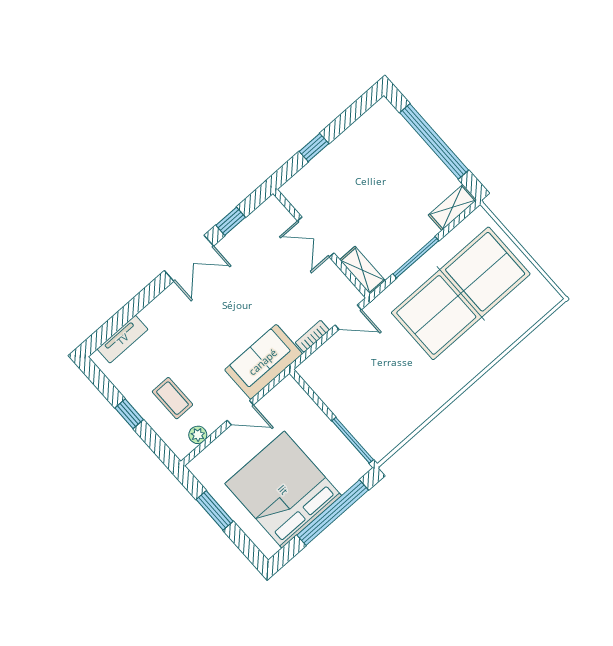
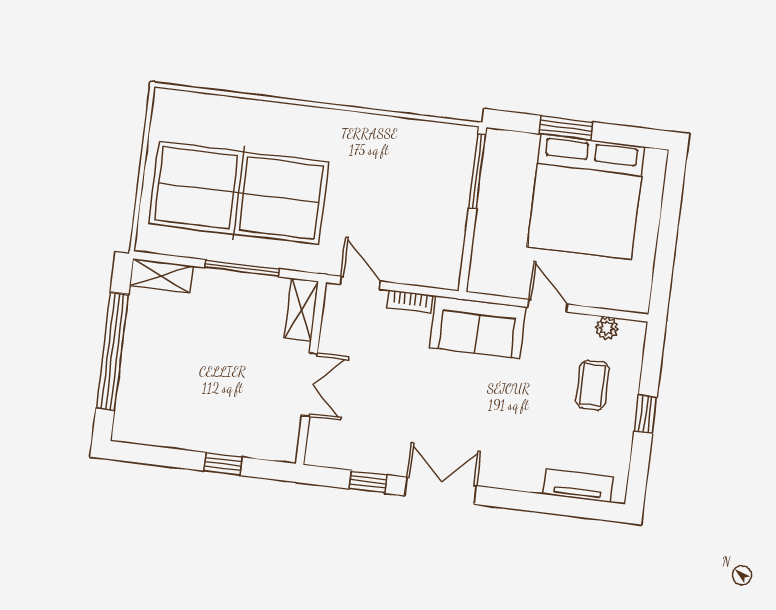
window: (215, 510) -> (666, 246), removed
window: (333, 513) -> (566, 128), width x0.47

